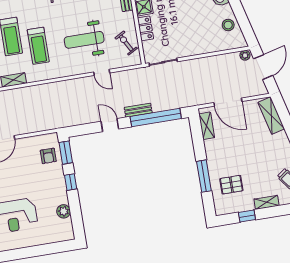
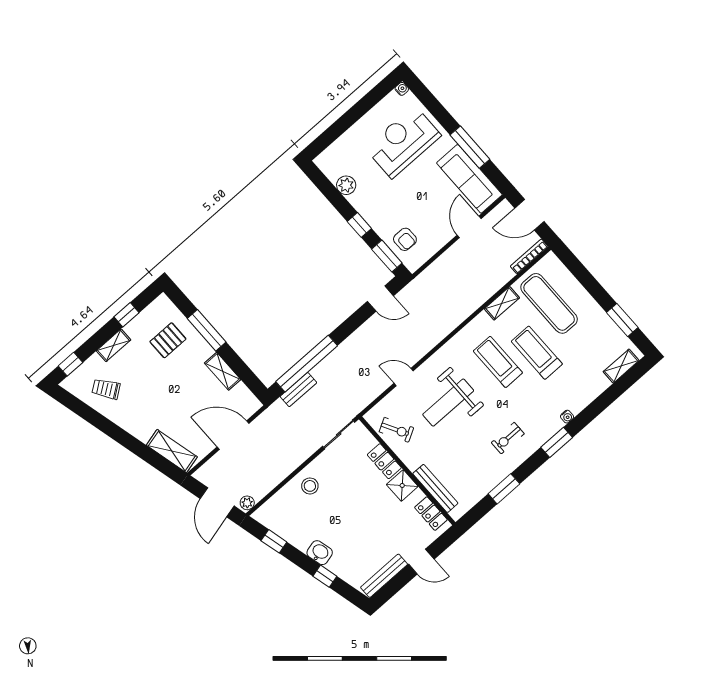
window: (243, 22) -> (274, 541), added
stool: (228, 25) -> (310, 486), moved
weight bench: (84, 40) -> (448, 403), turned 180
bench: (138, 110) -> (298, 390), moved
door: (110, 125) -> (380, 299), moved
shelving: (207, 126) -> (223, 371), moved
armchair: (48, 156) -> (405, 239), turned 180

